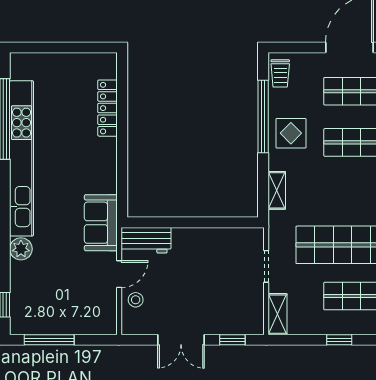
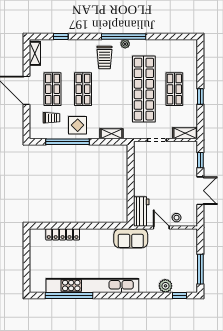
trolley: (280, 73) -> (51, 118), moved
plant: (21, 249) -> (165, 286), moved

